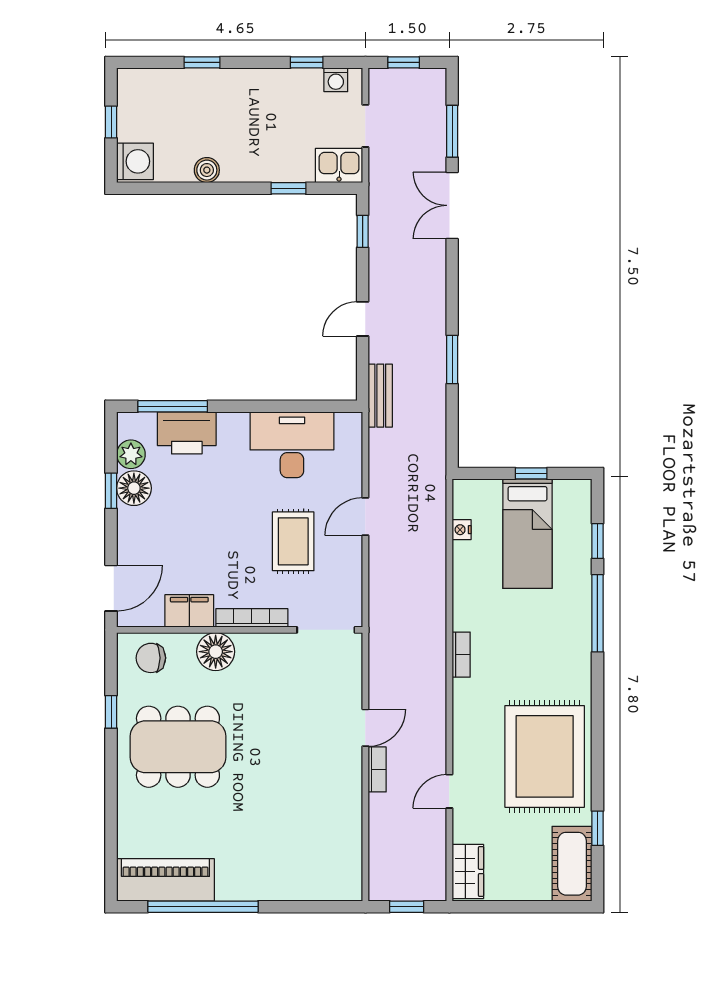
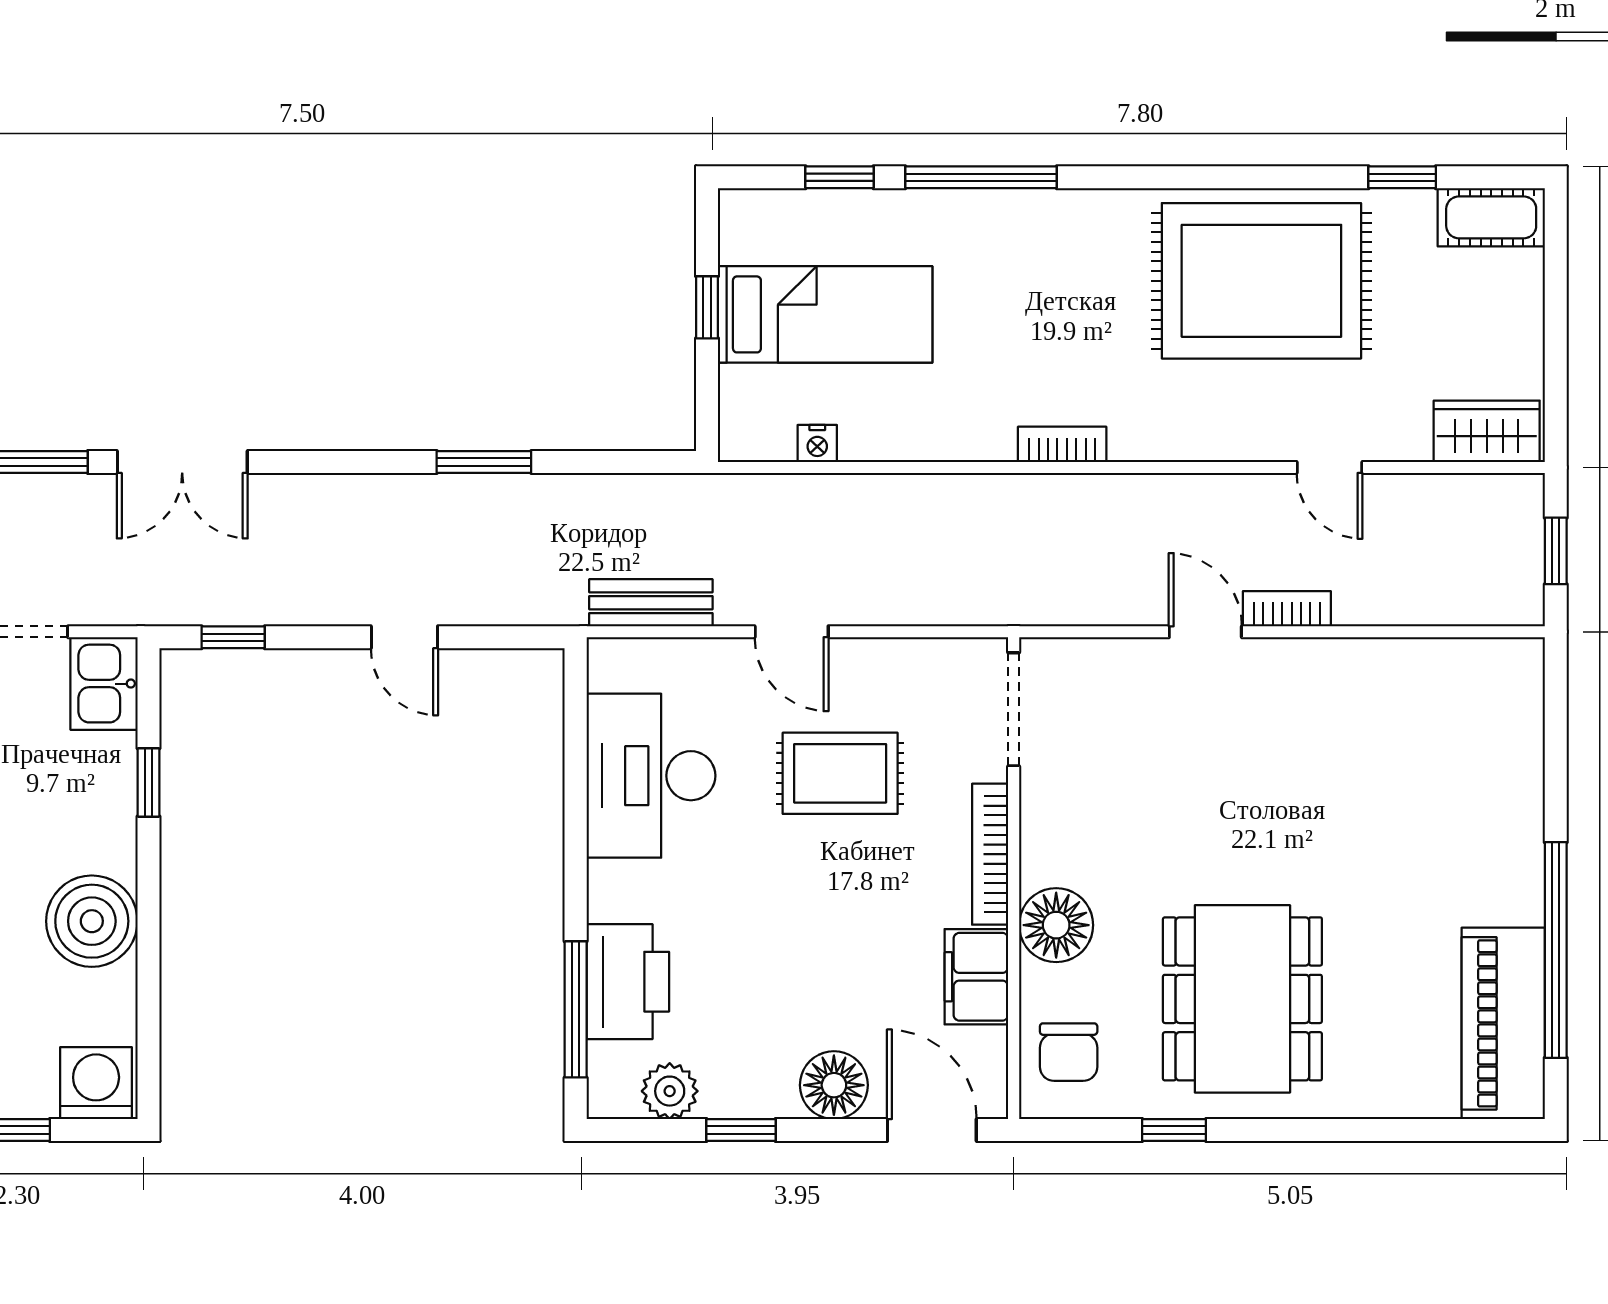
boiler: (207, 170) -> (92, 921), width x1.86, depth x1.86
bench: (380, 396) -> (651, 603), moved
floor lamp: (134, 488) -> (834, 1085), moved
cot: (572, 864) -> (1491, 217), width x0.73, depth x0.75

